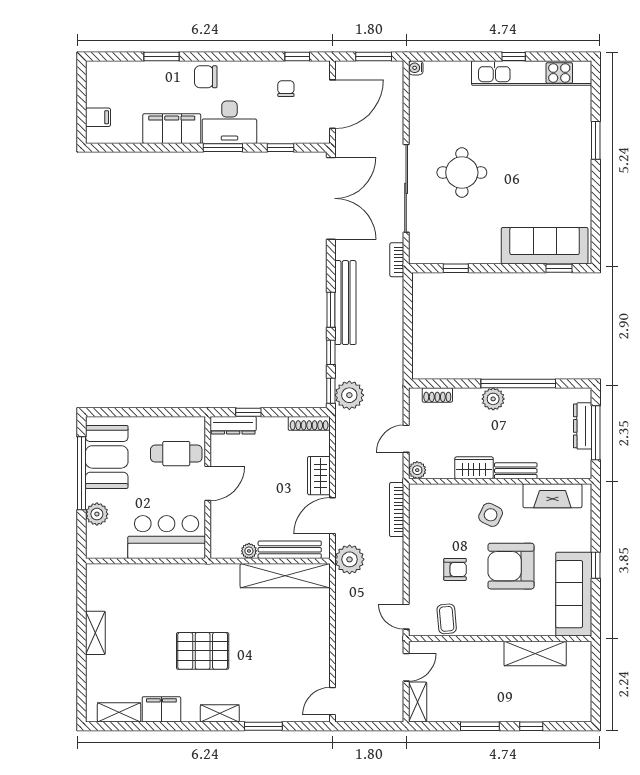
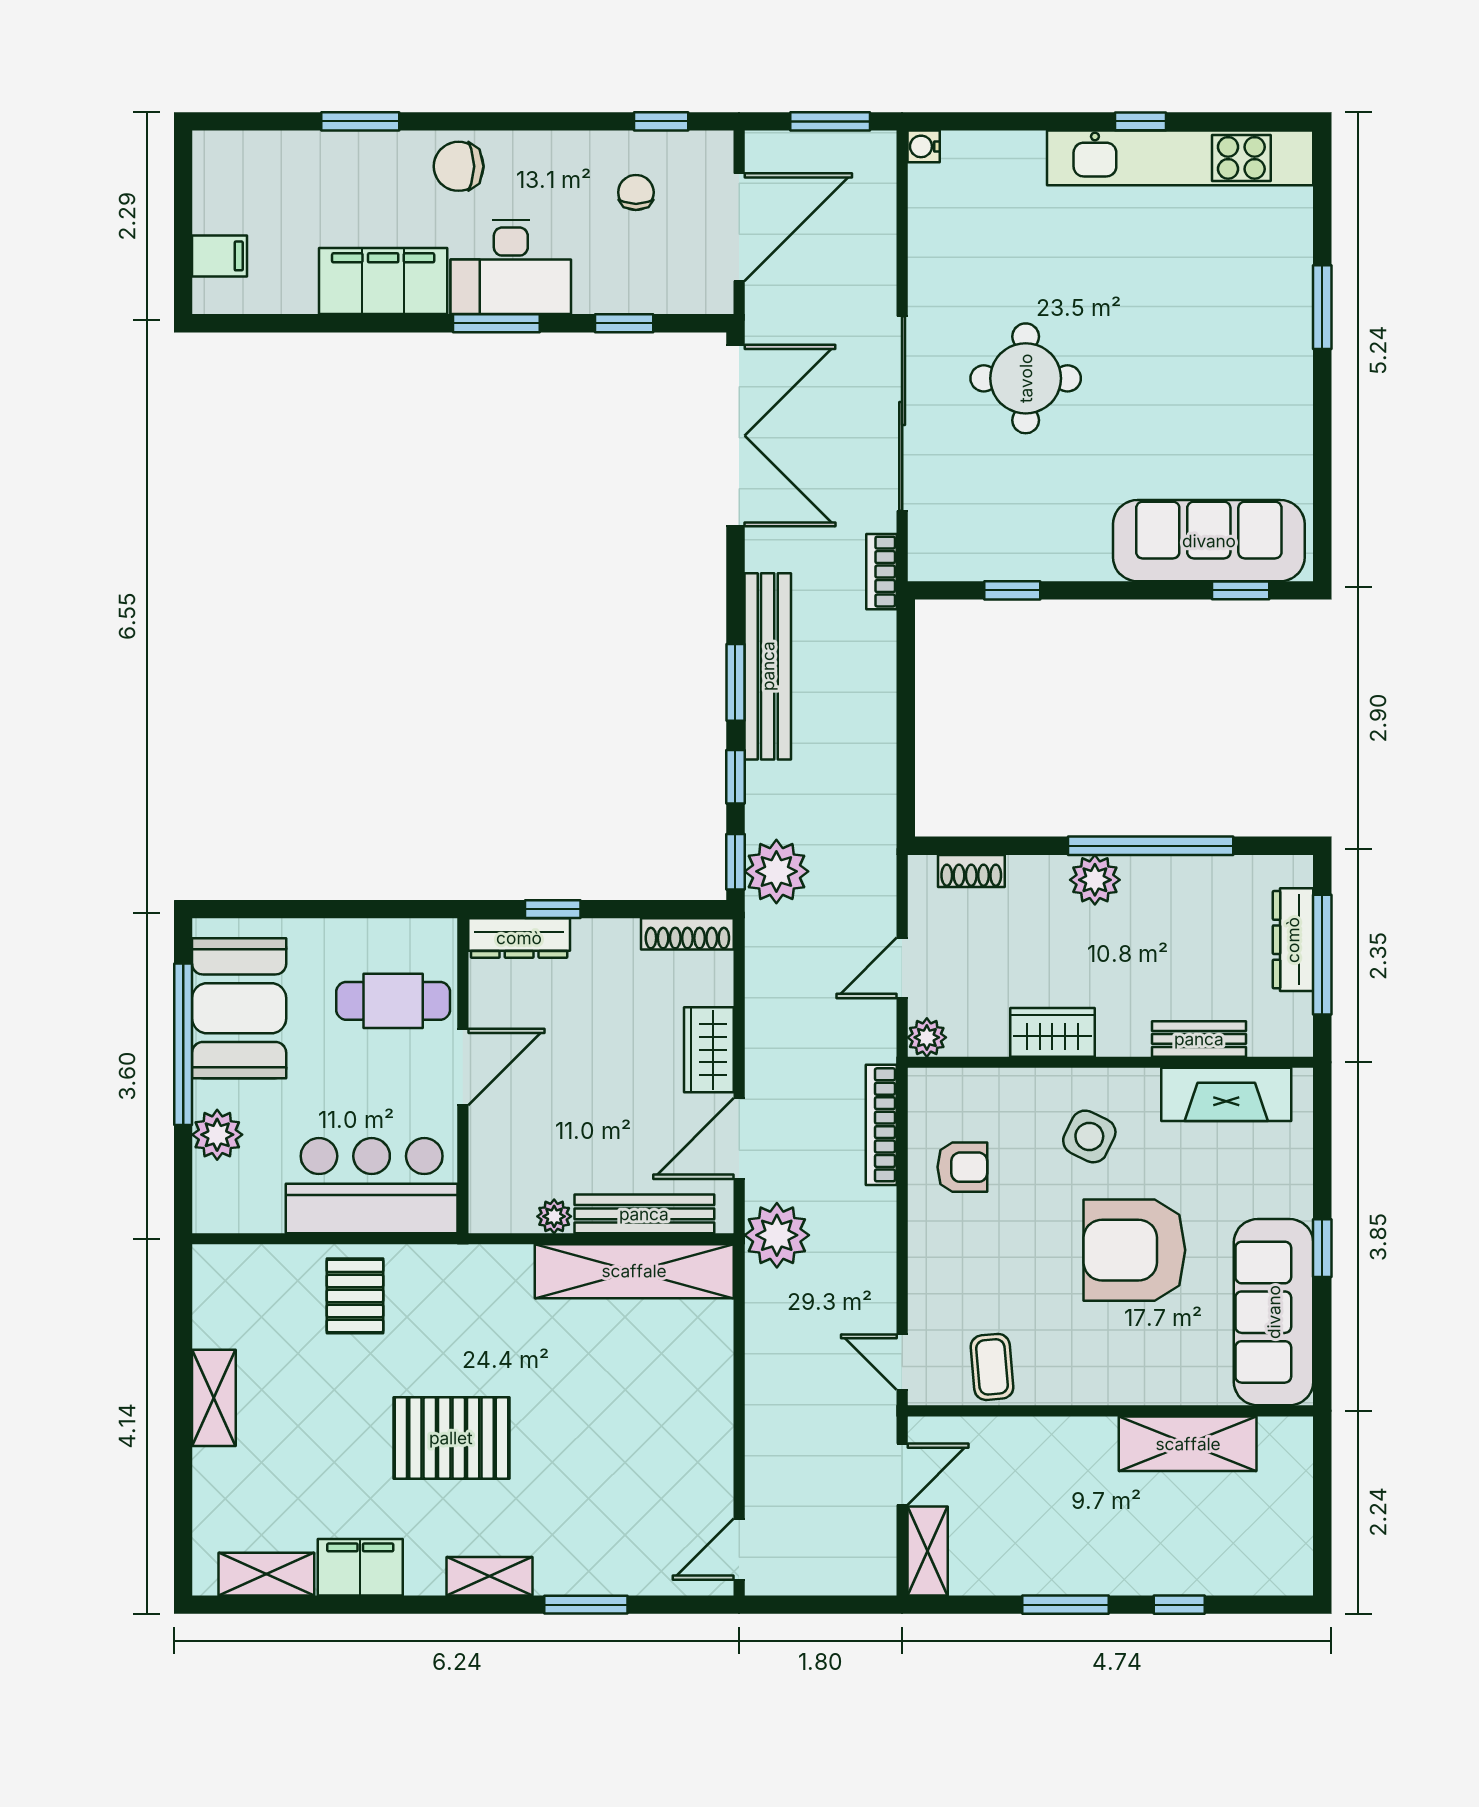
bench: (516, 471) -> (1199, 1039), moved
armchair: (455, 569) -> (962, 1167), moved
pallet: (159, 587) -> (355, 1296), added

